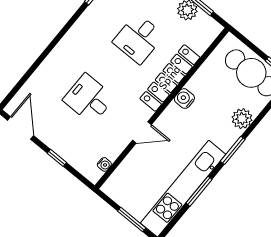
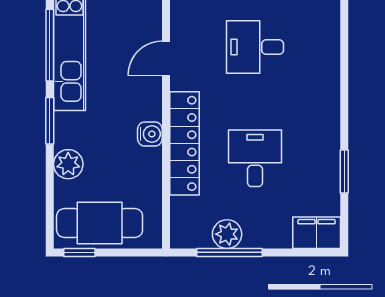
desk: (89, 99) -> (255, 47), turned 180
window: (199, 191) -> (50, 45), width x1.44

